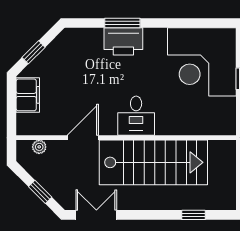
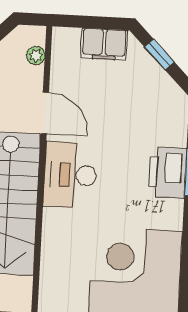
desk: (136, 116) -> (70, 175), width x1.37

